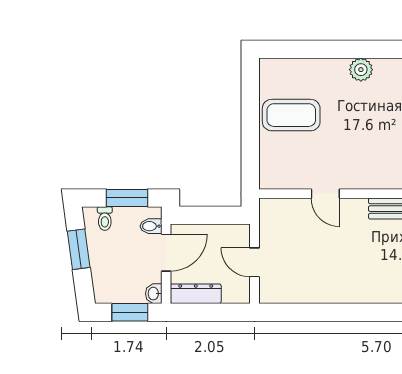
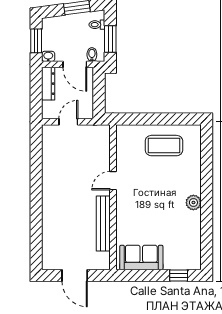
plant: (361, 70) -> (193, 203), moved
coffee table: (291, 115) -> (164, 146), turned 90
door: (325, 194) -> (113, 181), moved

